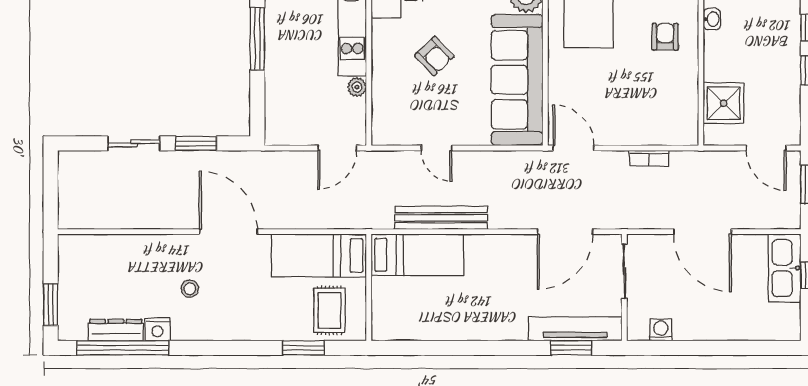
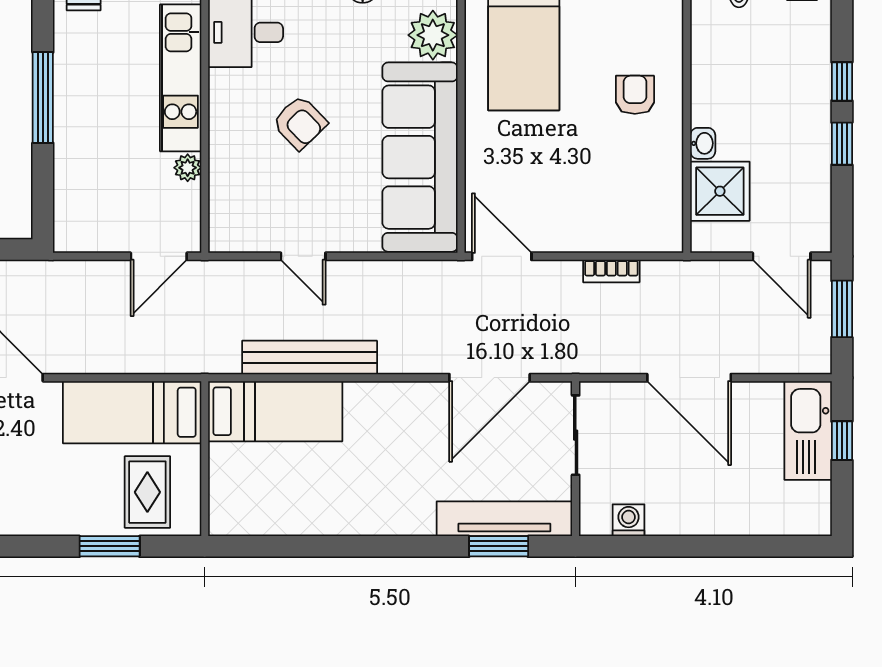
washbasin: (712, 19) -> (703, 143), moved

